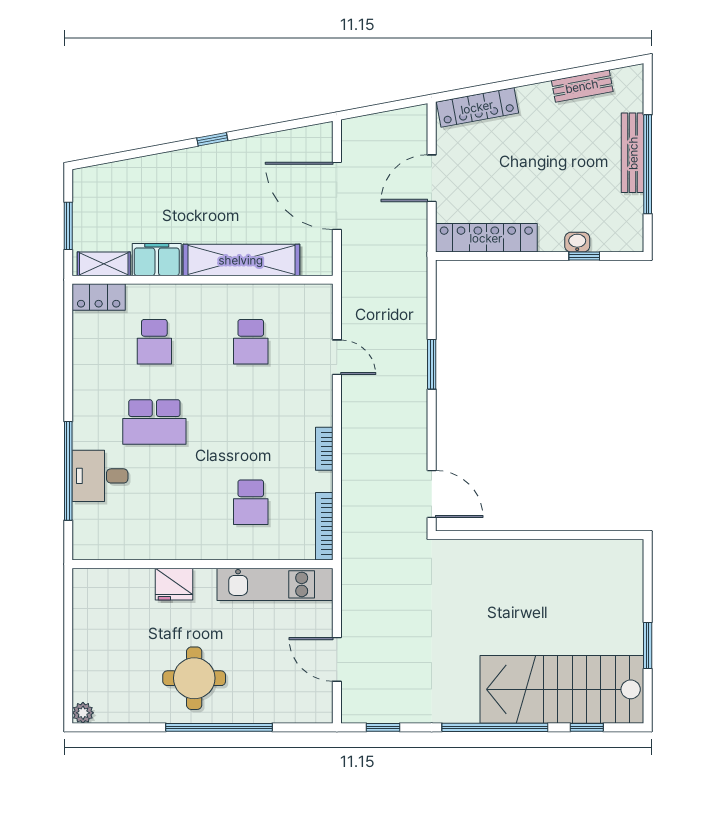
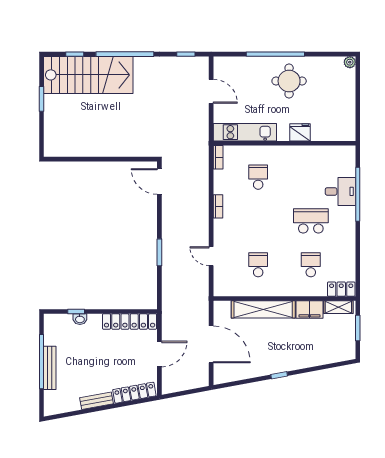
bench: (582, 86) -> (97, 401), moved
bookcase: (324, 526) -> (218, 157), width x0.64

